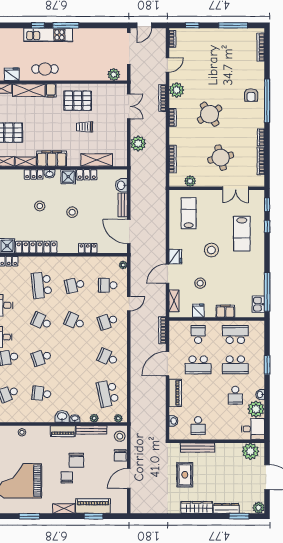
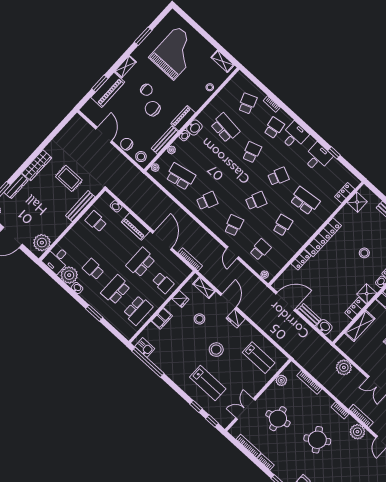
stool: (72, 212) -> (338, 273), removed
lab bench: (242, 234) -> (208, 383), turned 180
locker: (36, 247) -> (323, 237), moved
school desk: (42, 393) -> (225, 128), width x1.85

